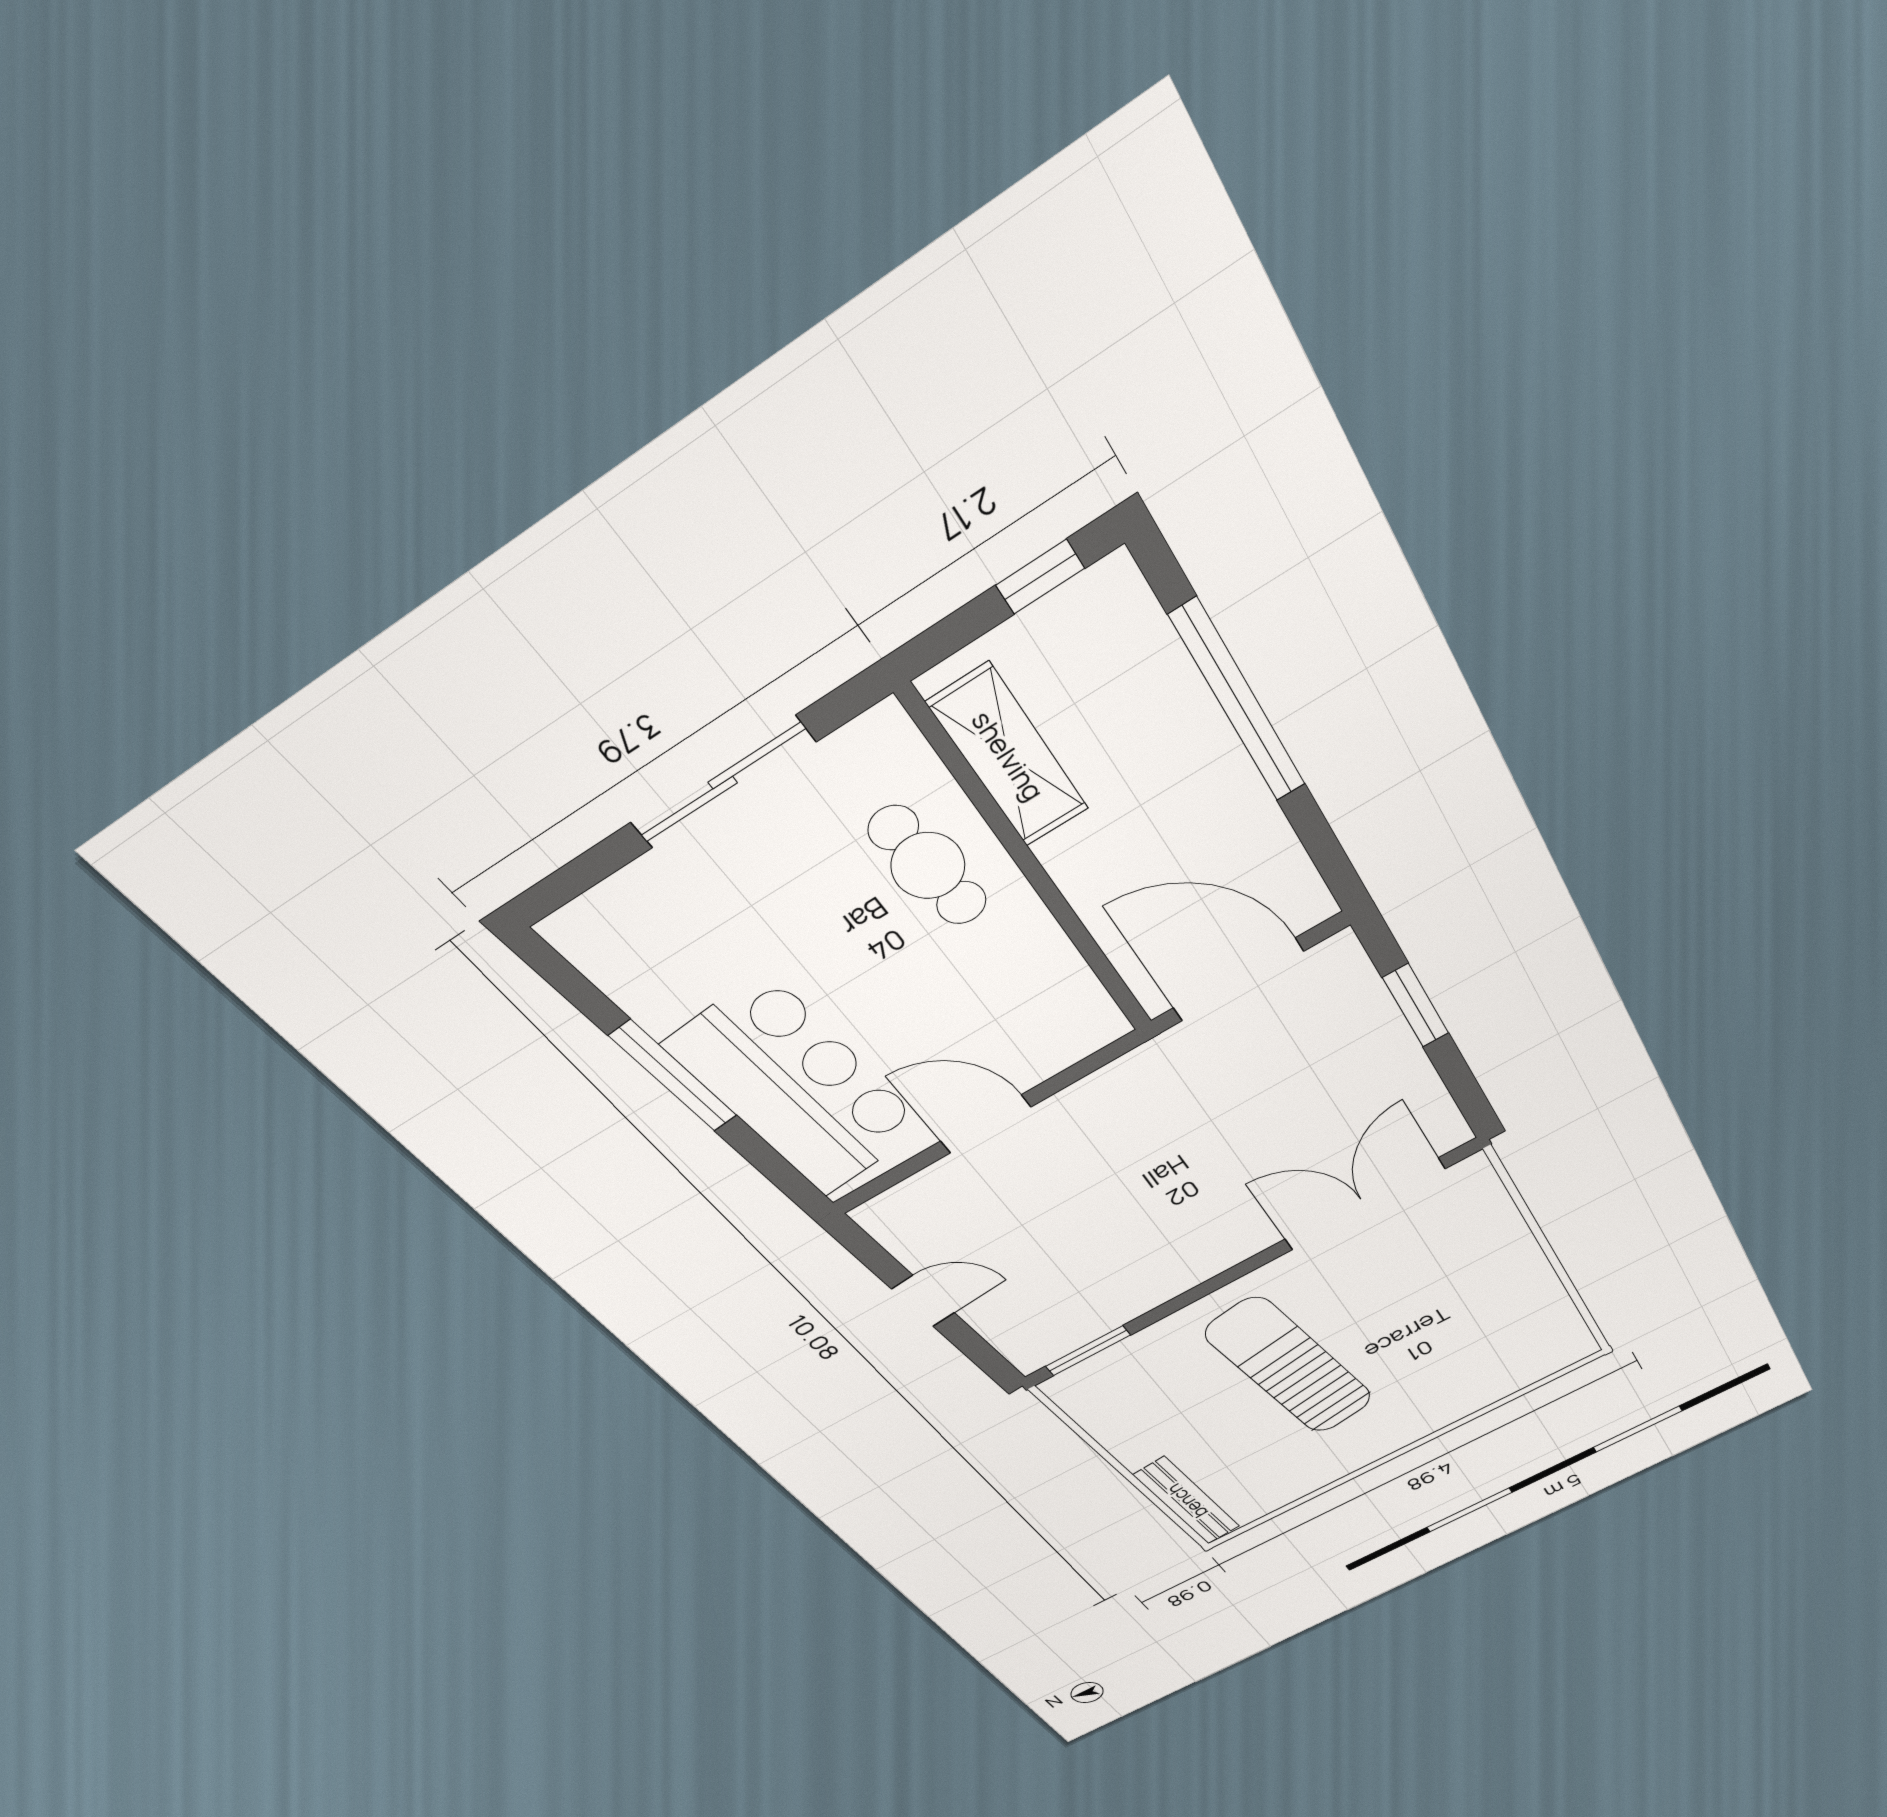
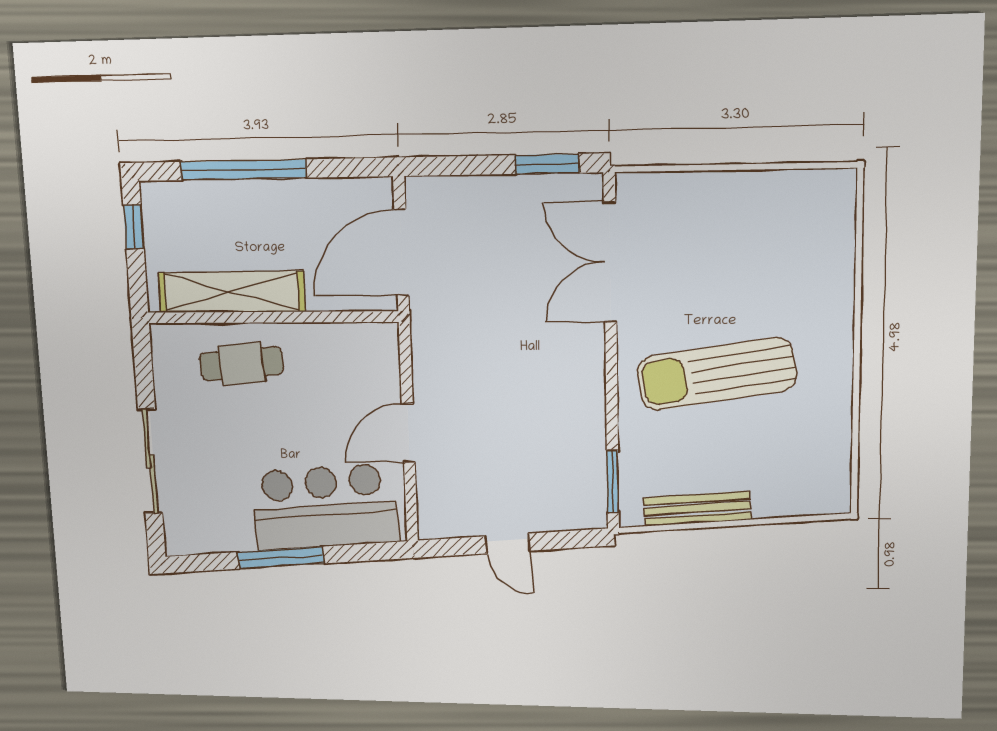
shelving: (1008, 756) -> (231, 292), width x1.47
sliding door: (723, 783) -> (150, 461), moved
window: (1416, 1006) -> (547, 164), moved
door: (923, 1301) -> (507, 544), swing flipped
bench: (1187, 1501) -> (697, 509), moved

